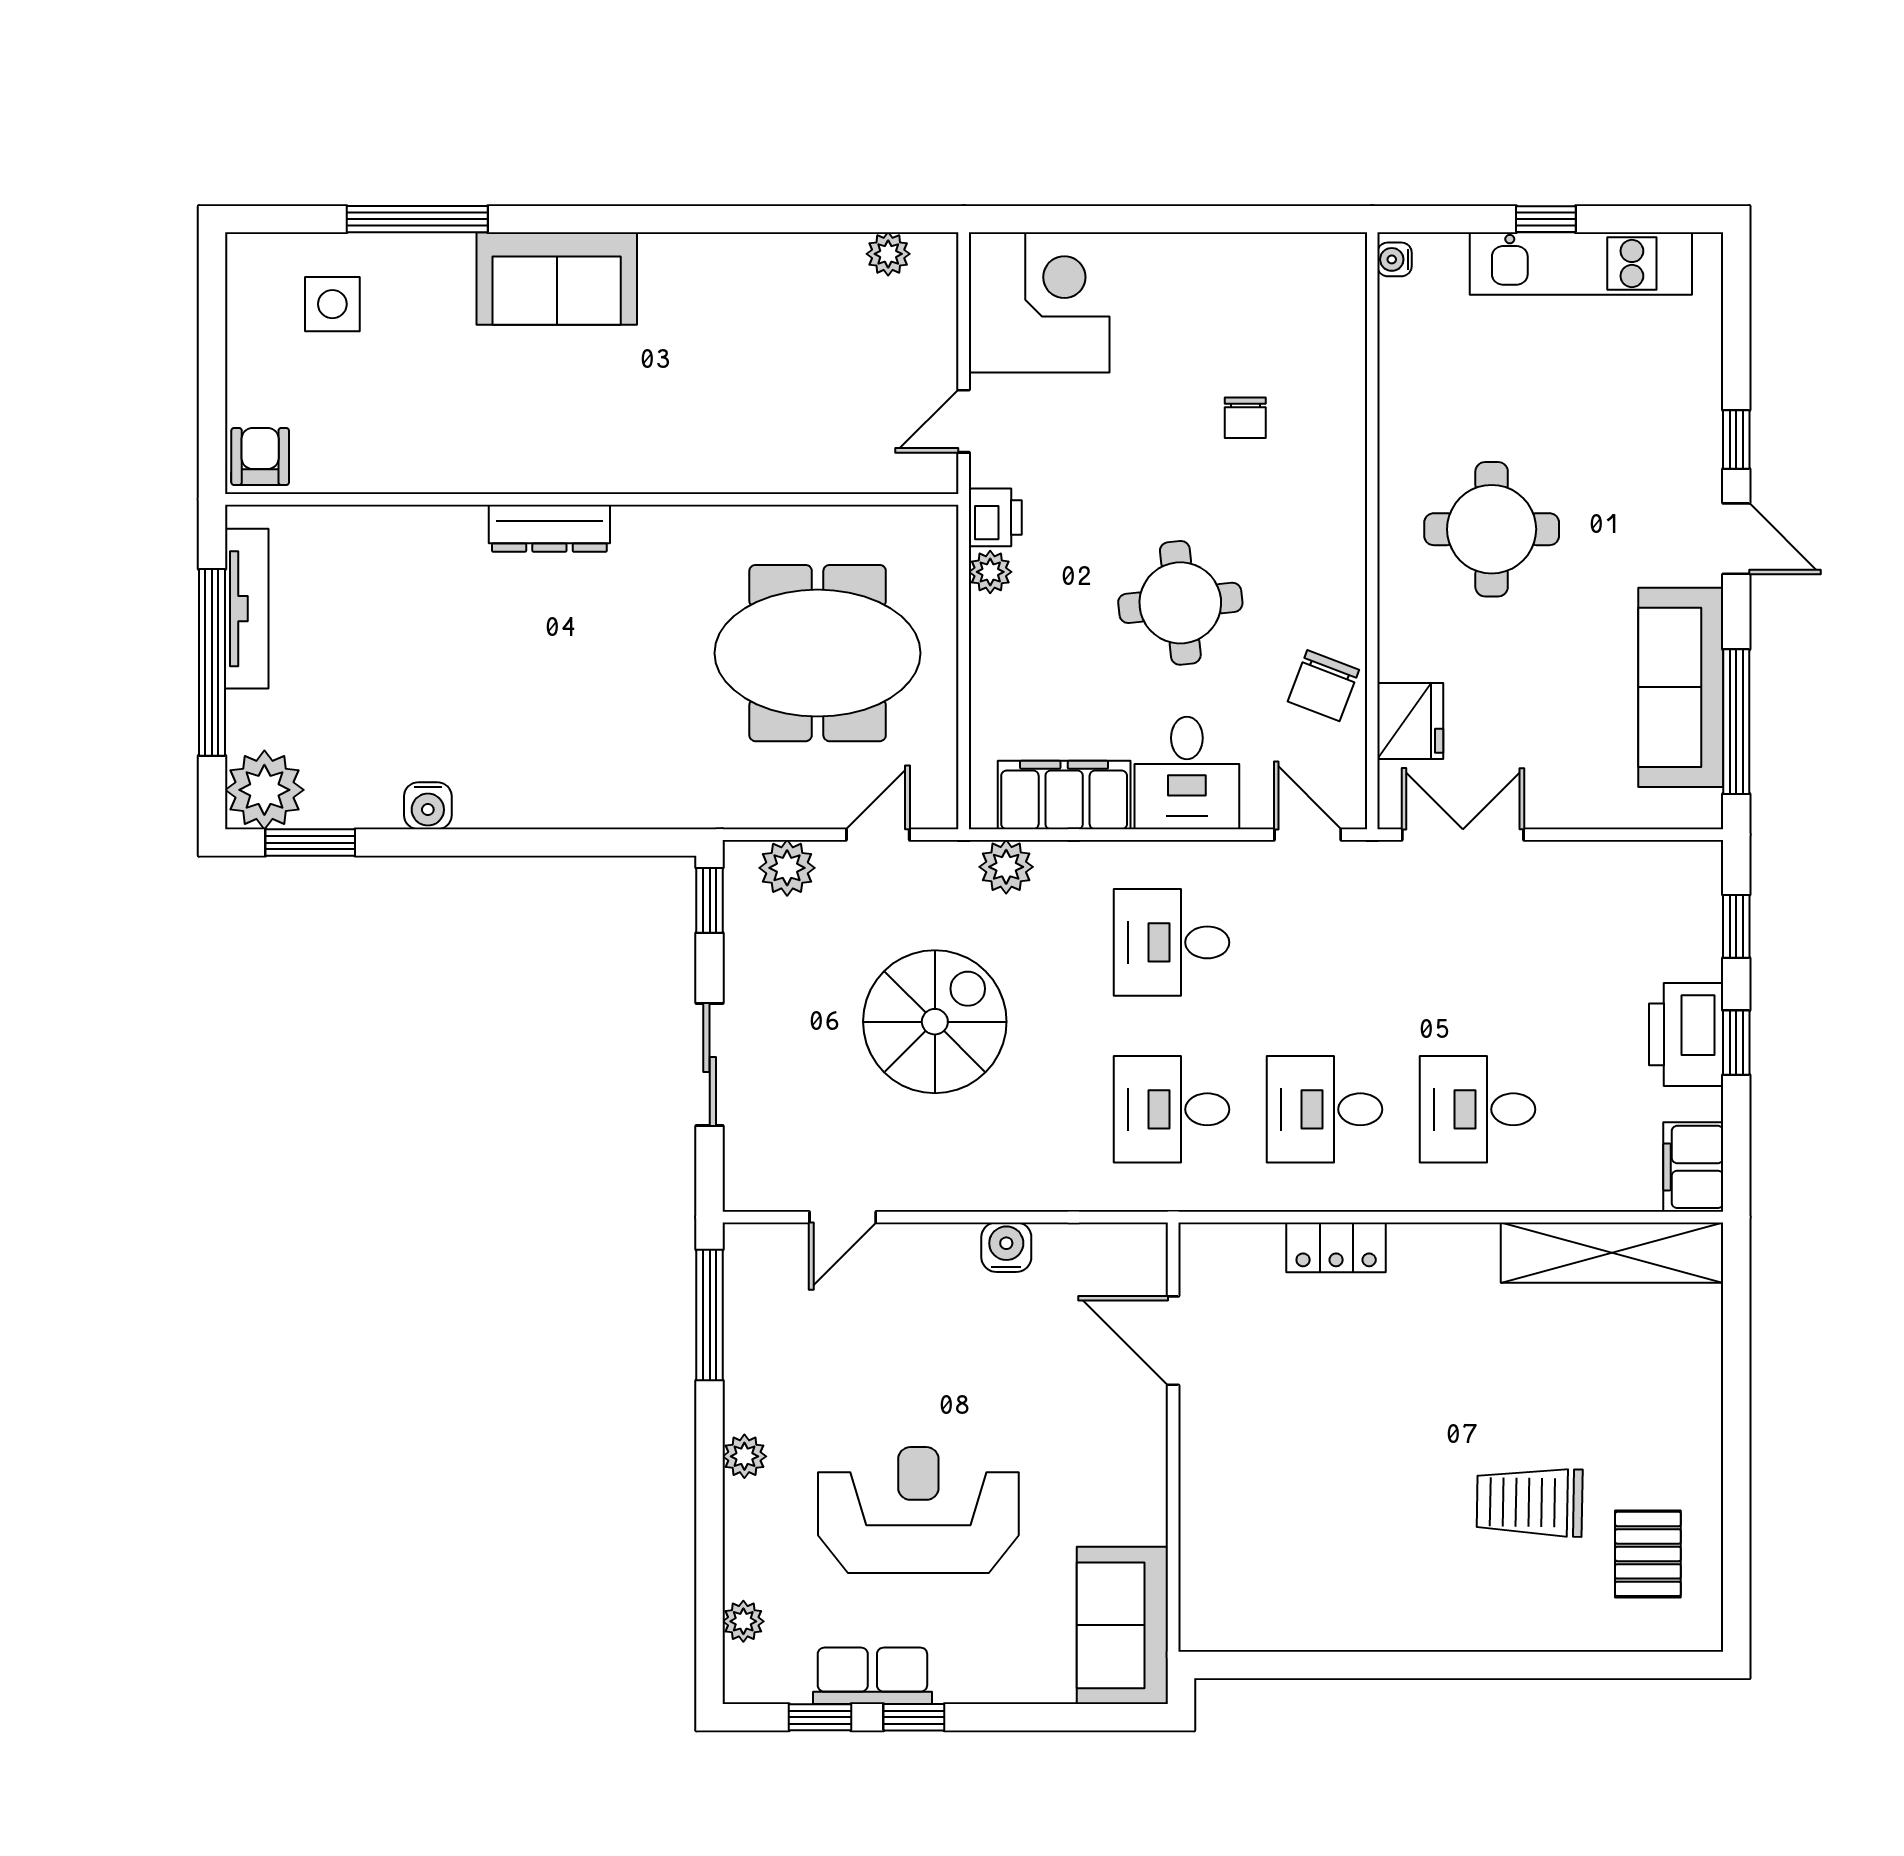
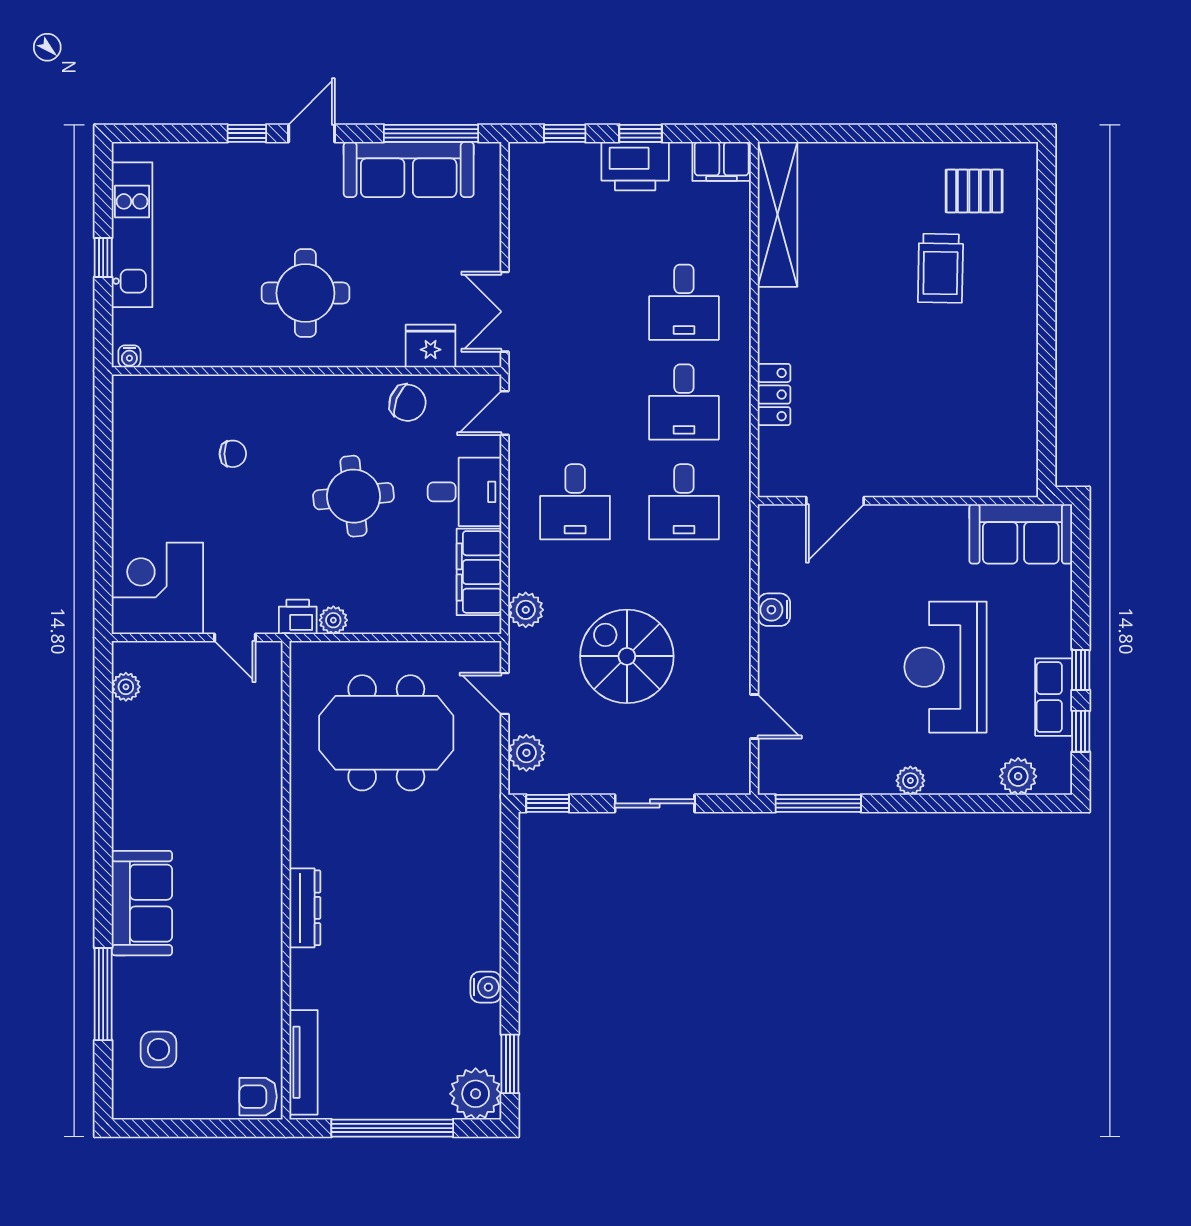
tv unit: (247, 609) -> (304, 1062), moved, turned 90
meeting table: (818, 653) -> (386, 733), turned 90
plant: (743, 1621) -> (1018, 776), width x1.38, depth x1.38

